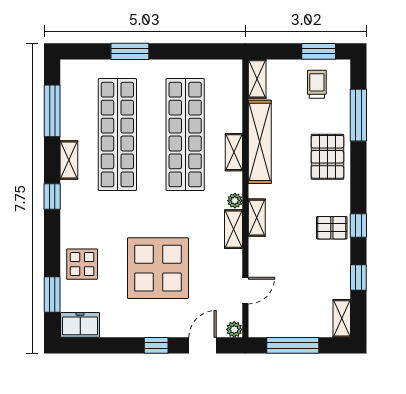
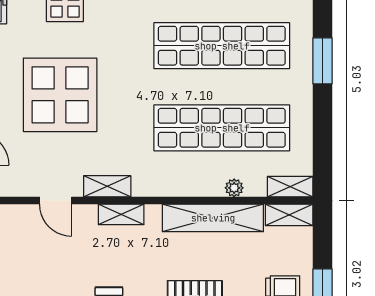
shelving: (234, 152) -> (290, 187), moved
plant: (235, 201) -> (234, 188), moved
door: (245, 291) -> (56, 201), moved

